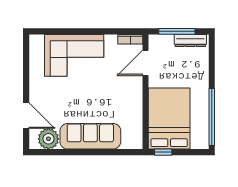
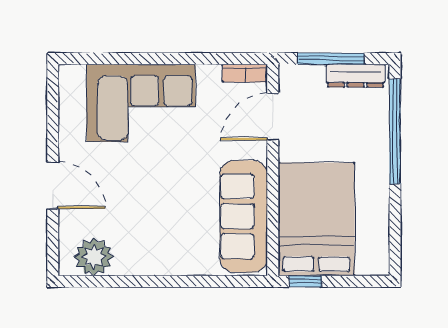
door: (26, 116) -> (53, 185), moved
window: (212, 117) -> (395, 131), moved
sofa: (90, 136) -> (244, 216), moved, turned -90

